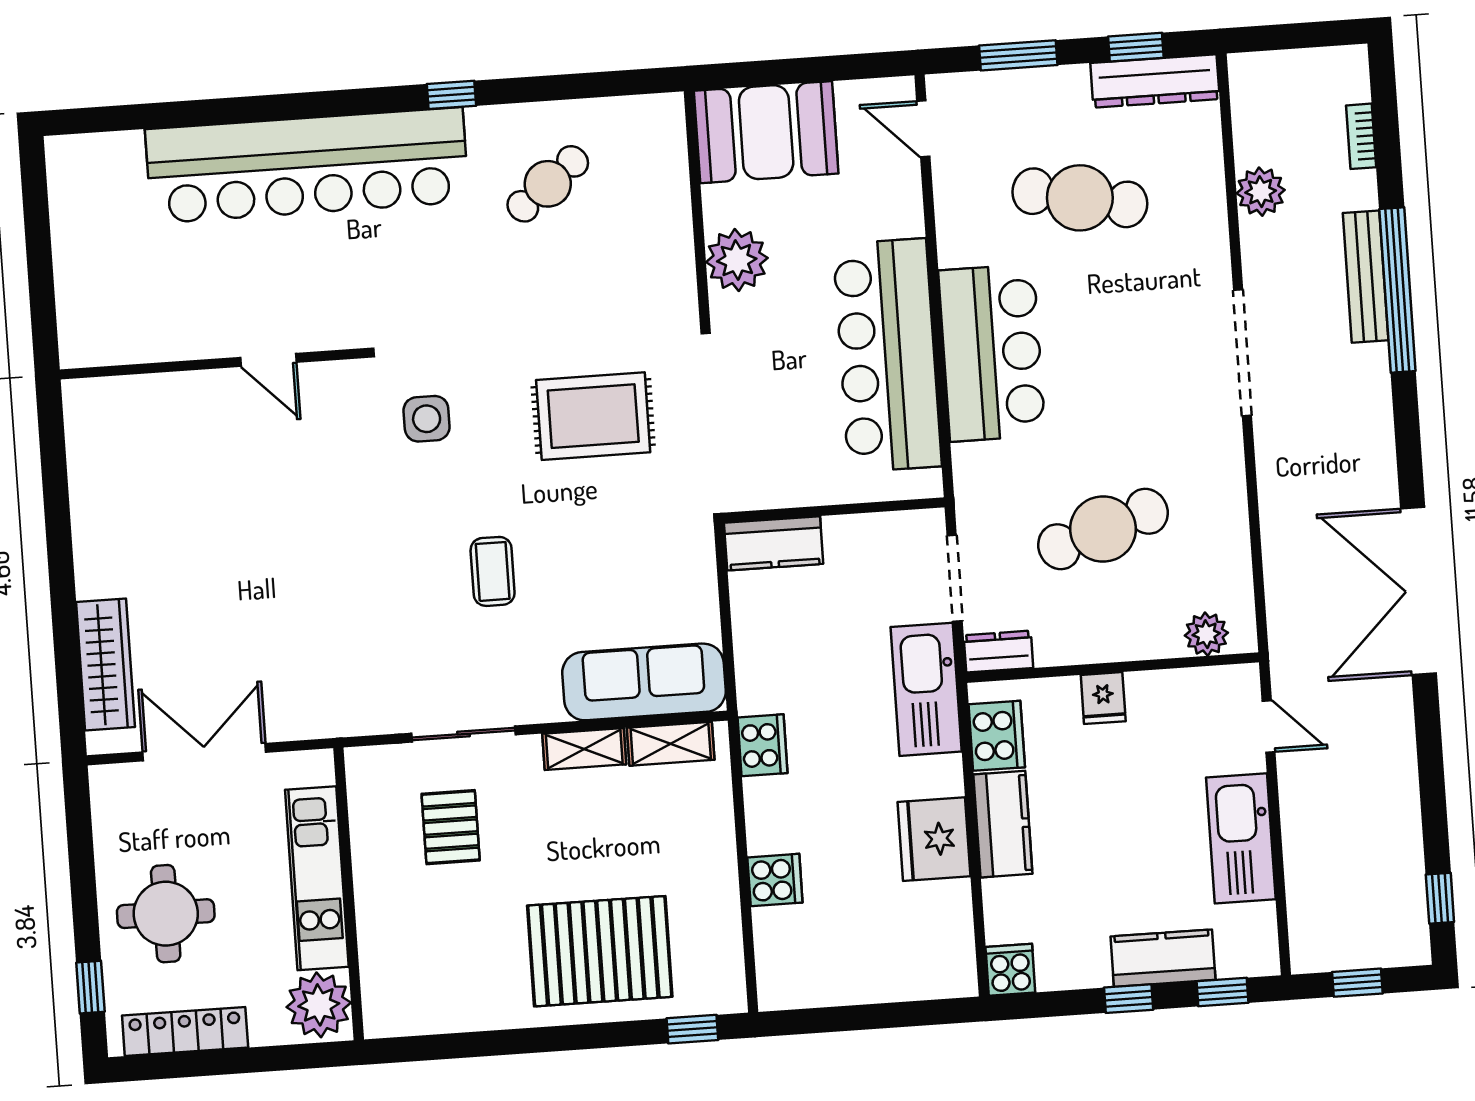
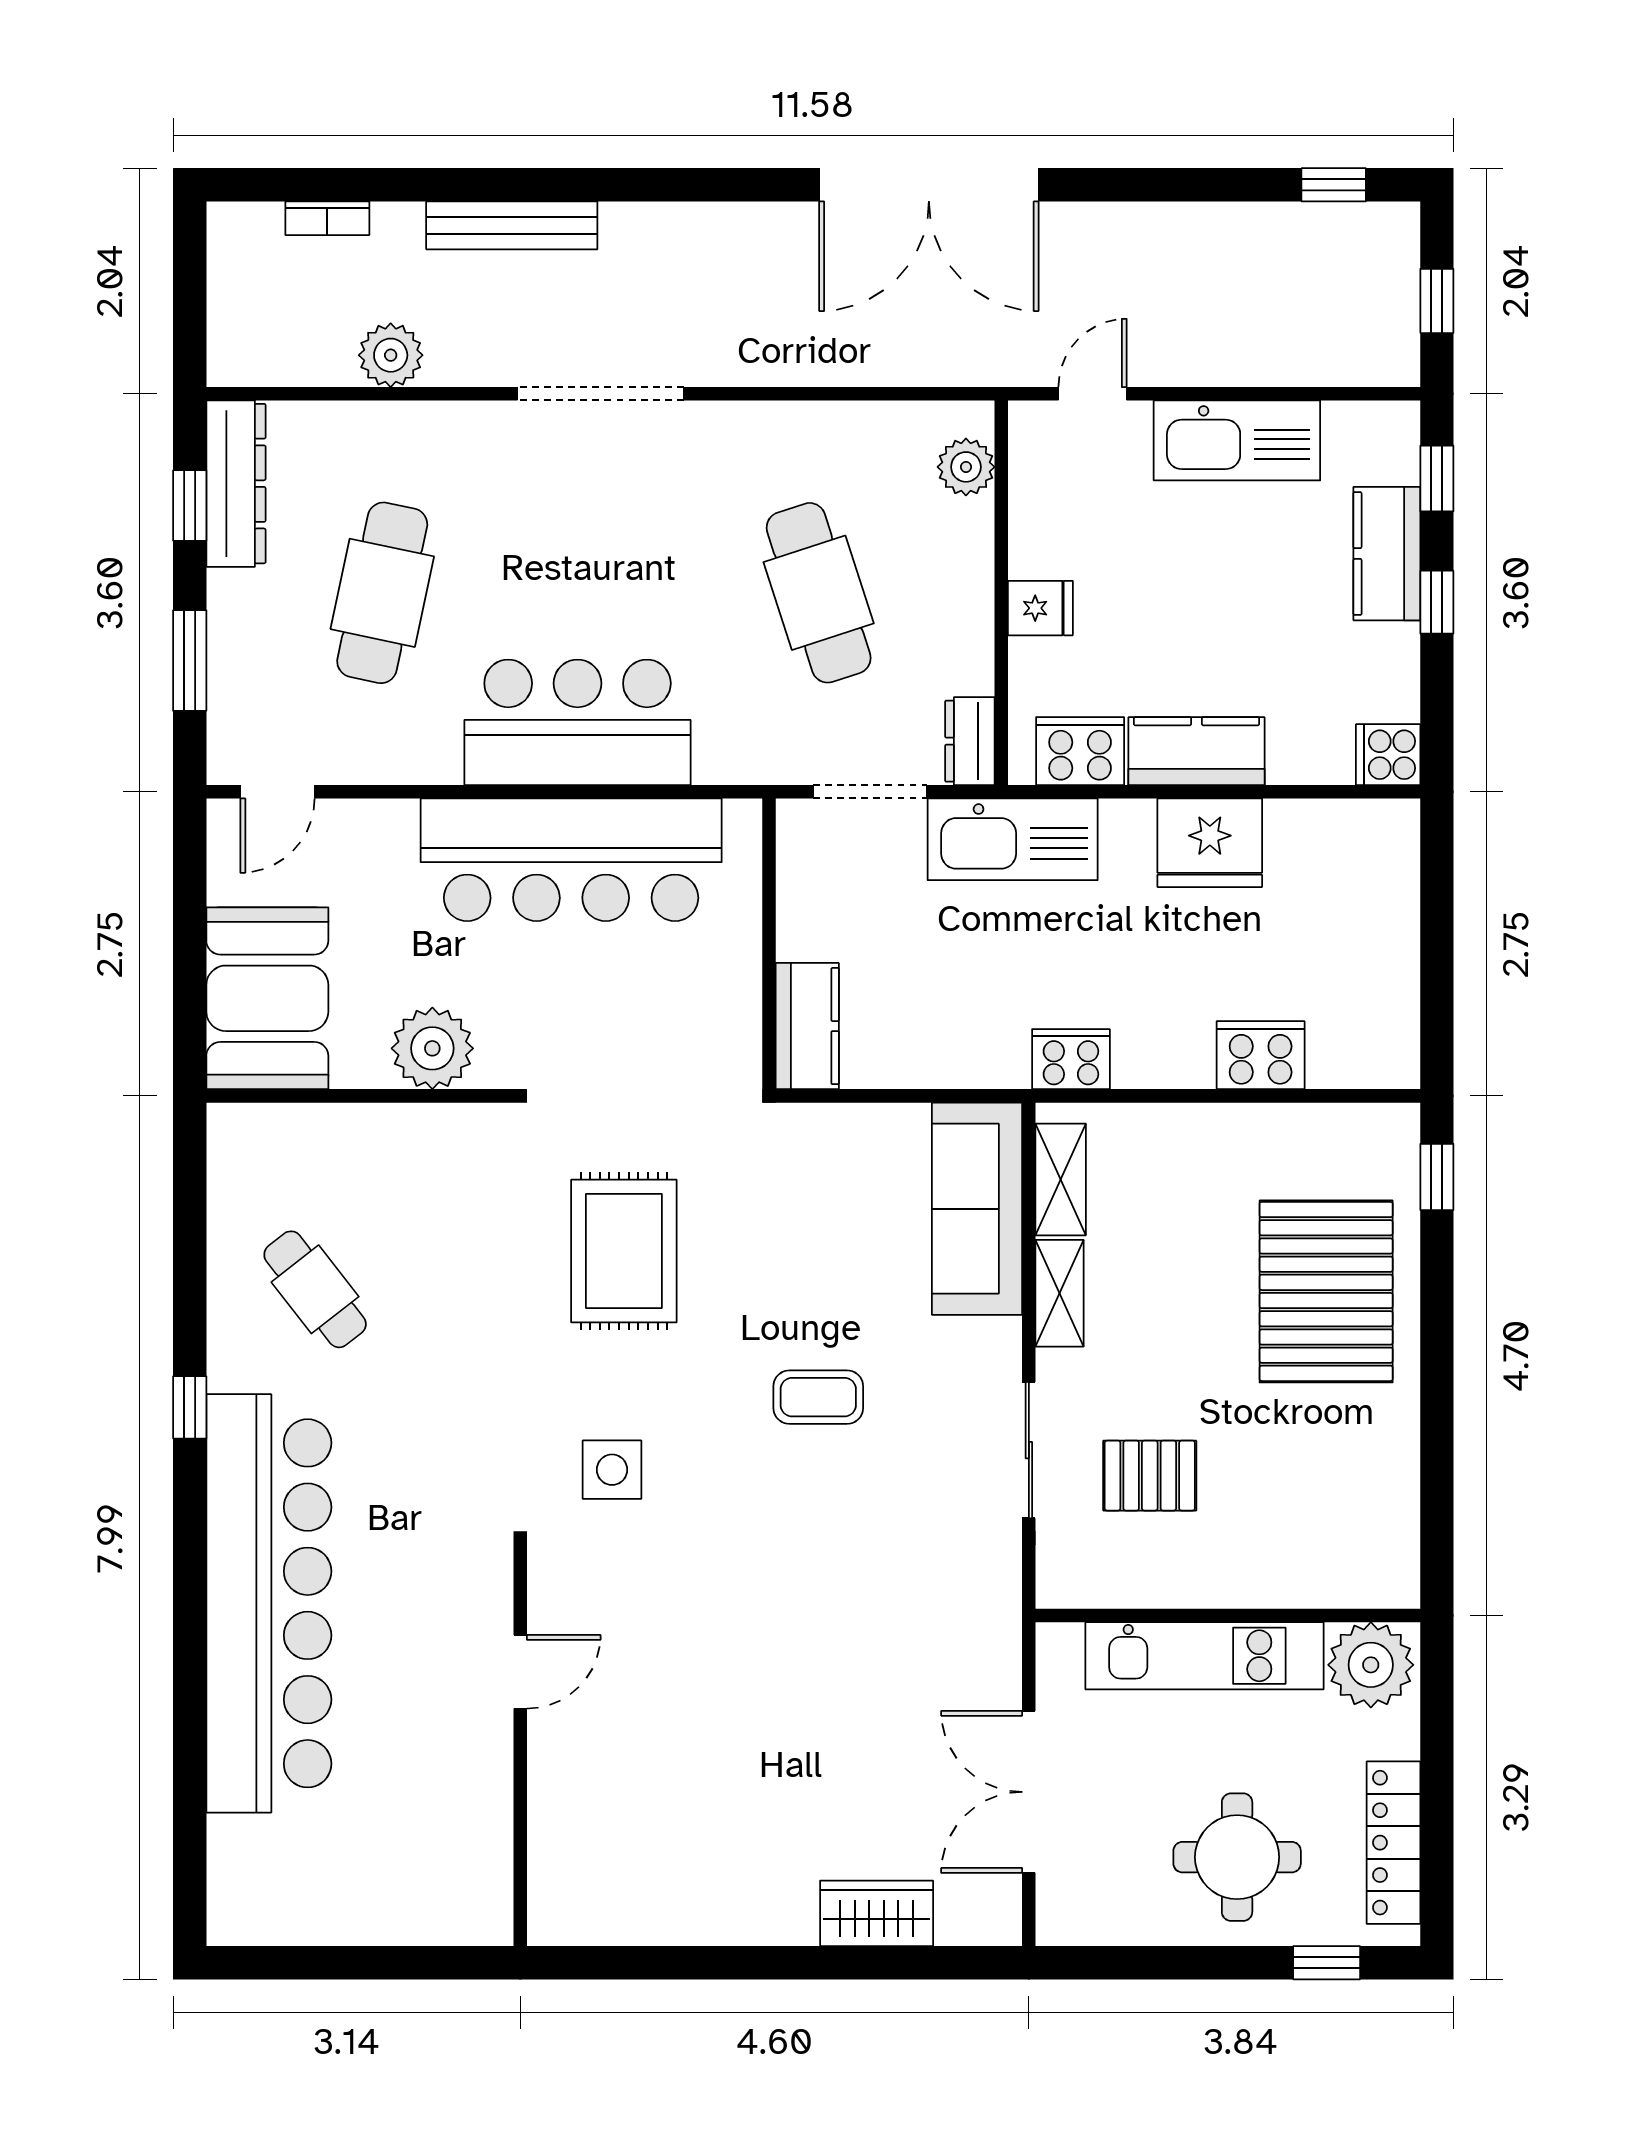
window: (1397, 290) -> (532, 185), removed
wardrobe: (105, 664) -> (877, 1913), width x0.67
cooker: (775, 880) -> (1261, 1055), width x1.36

